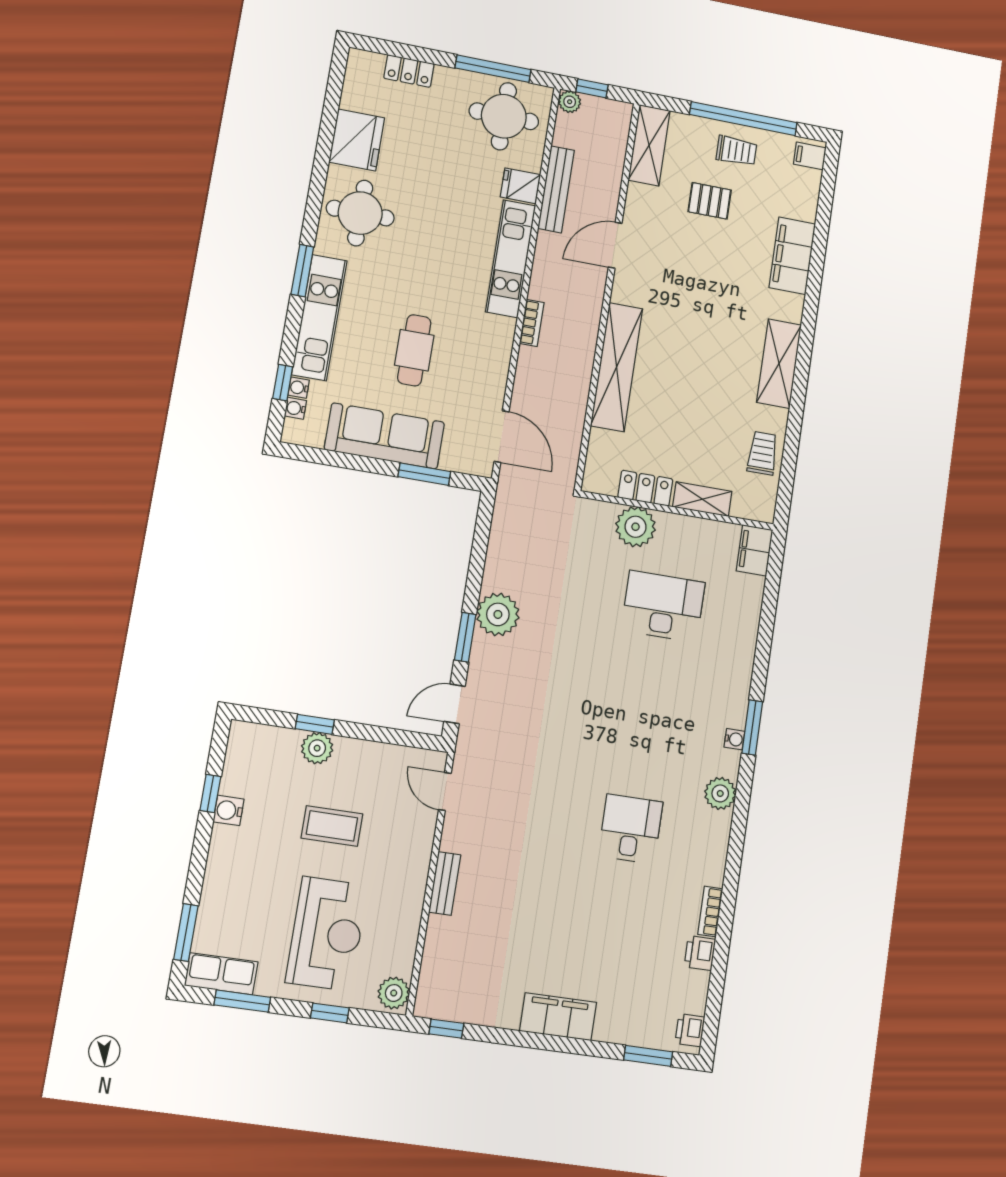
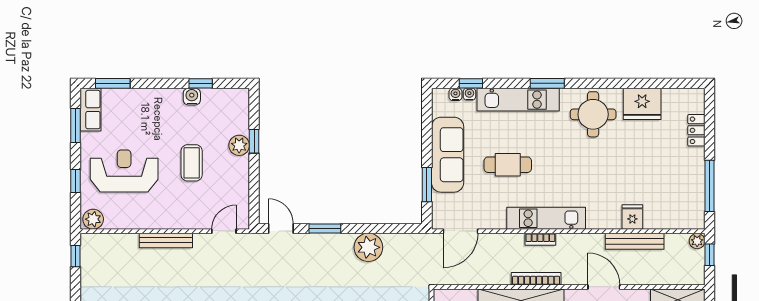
round table: (504, 116) -> (678, 198), removed
kitchen unit: (511, 259) -> (546, 218), moved
bookcase: (588, 340) -> (536, 279), added
plant: (498, 614) -> (368, 247), moved
bench: (445, 883) -> (166, 240), width x1.36
reception desk: (327, 934) -> (124, 171), turned 180

